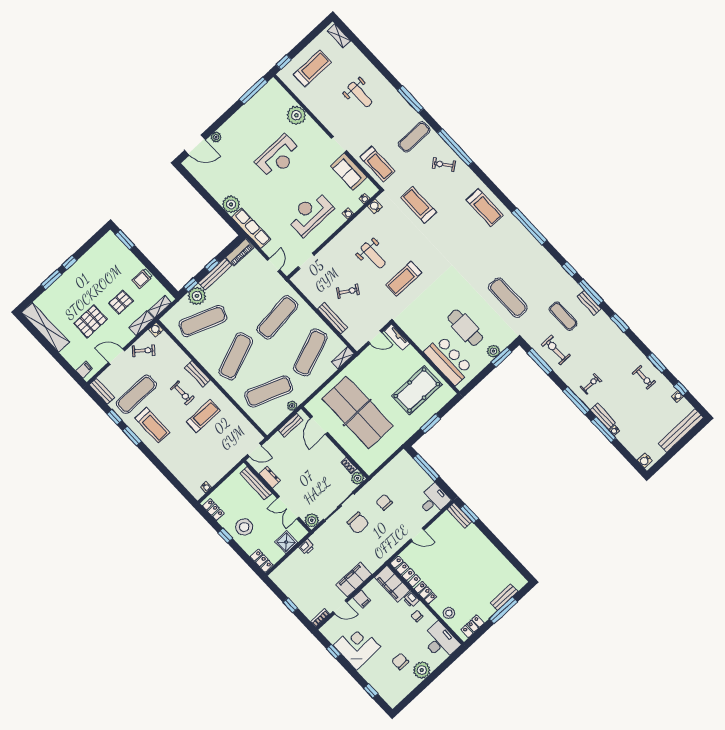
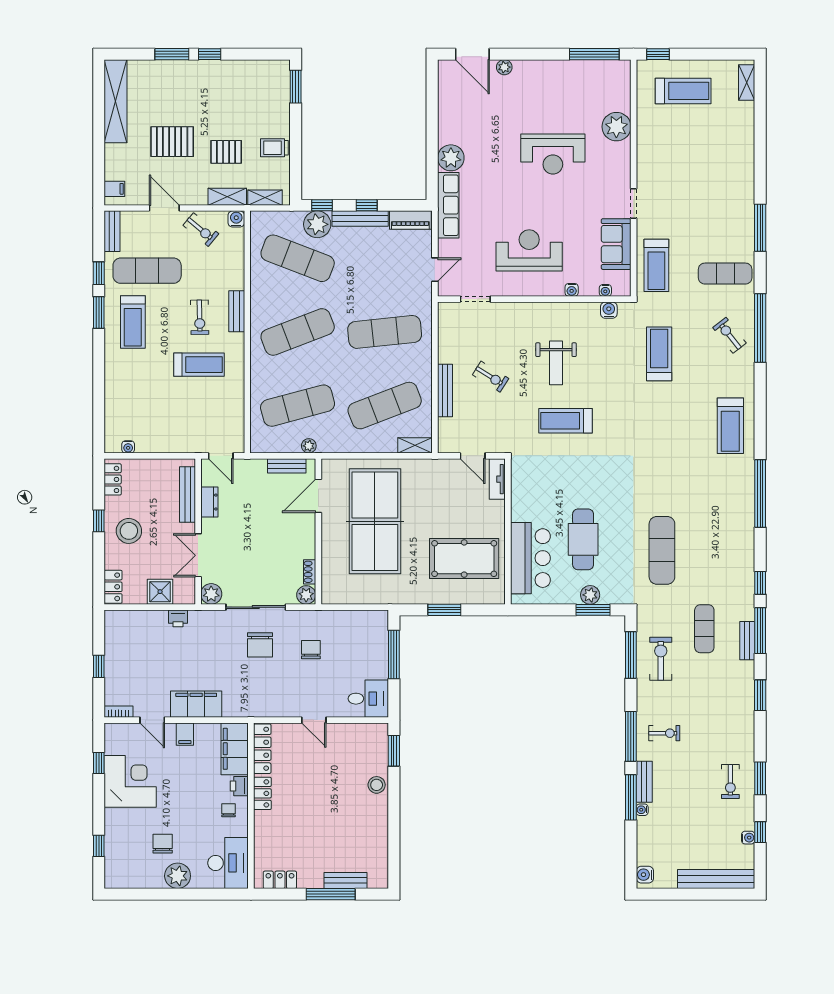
weight bench: (360, 94) -> (709, 170), removed
exercise mat: (269, 391) -> (298, 406), turned -36
bench: (459, 515) -> (381, 743), removed
stool: (449, 613) -> (377, 785), moved

